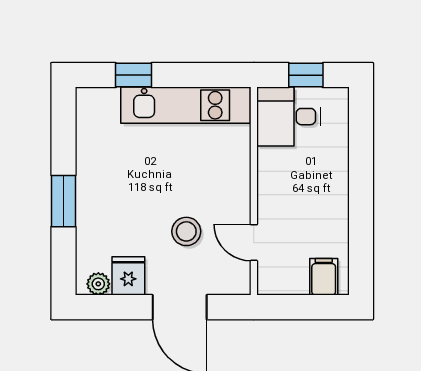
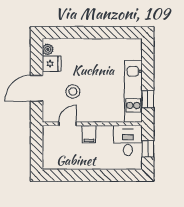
window: (134, 75) -> (148, 99), moved
window: (63, 201) -> (87, 33), removed
filing cabinet: (324, 277) -> (89, 134), moved, turned 90

